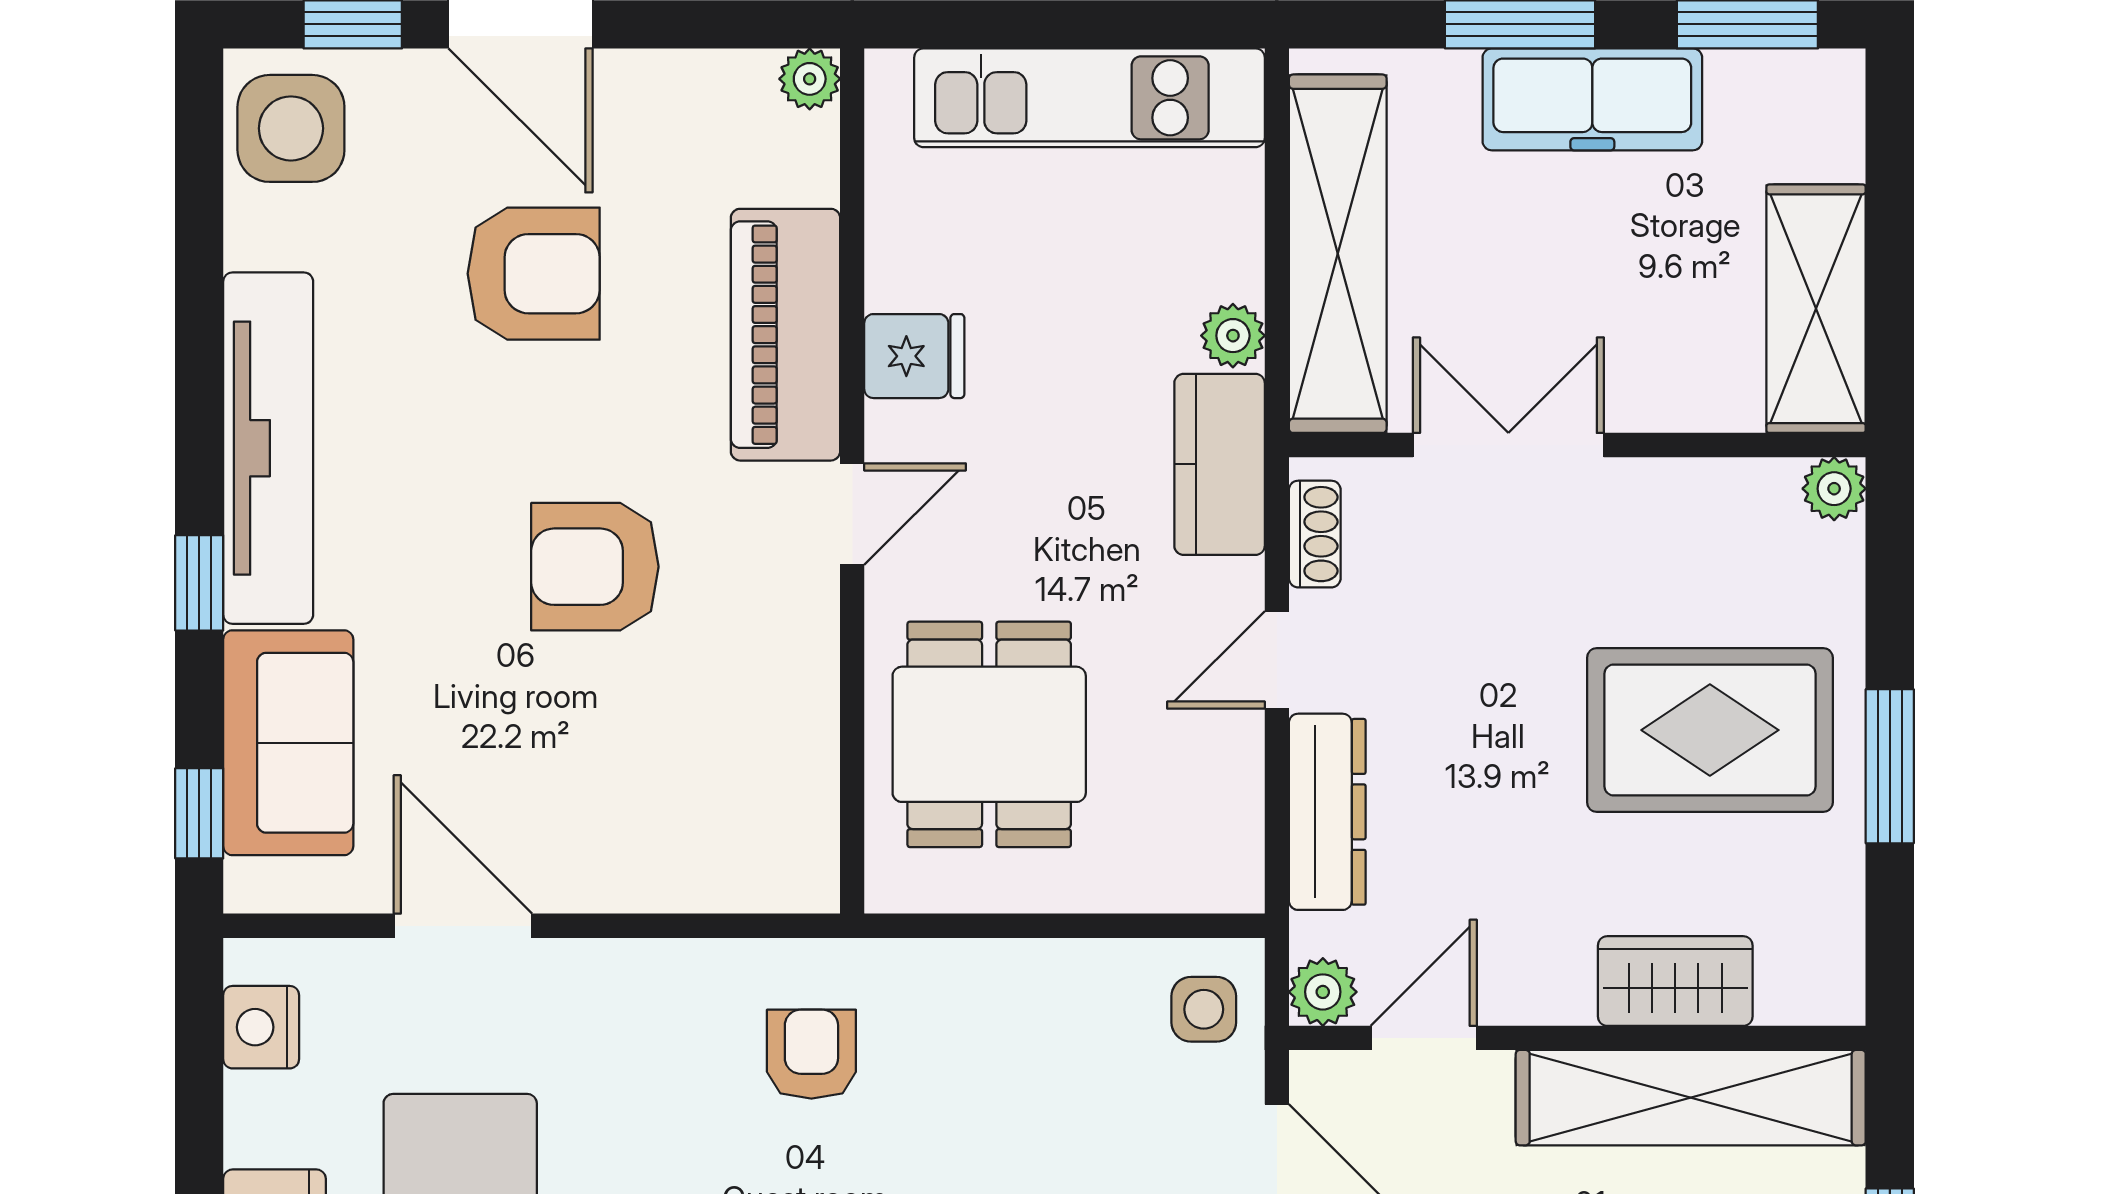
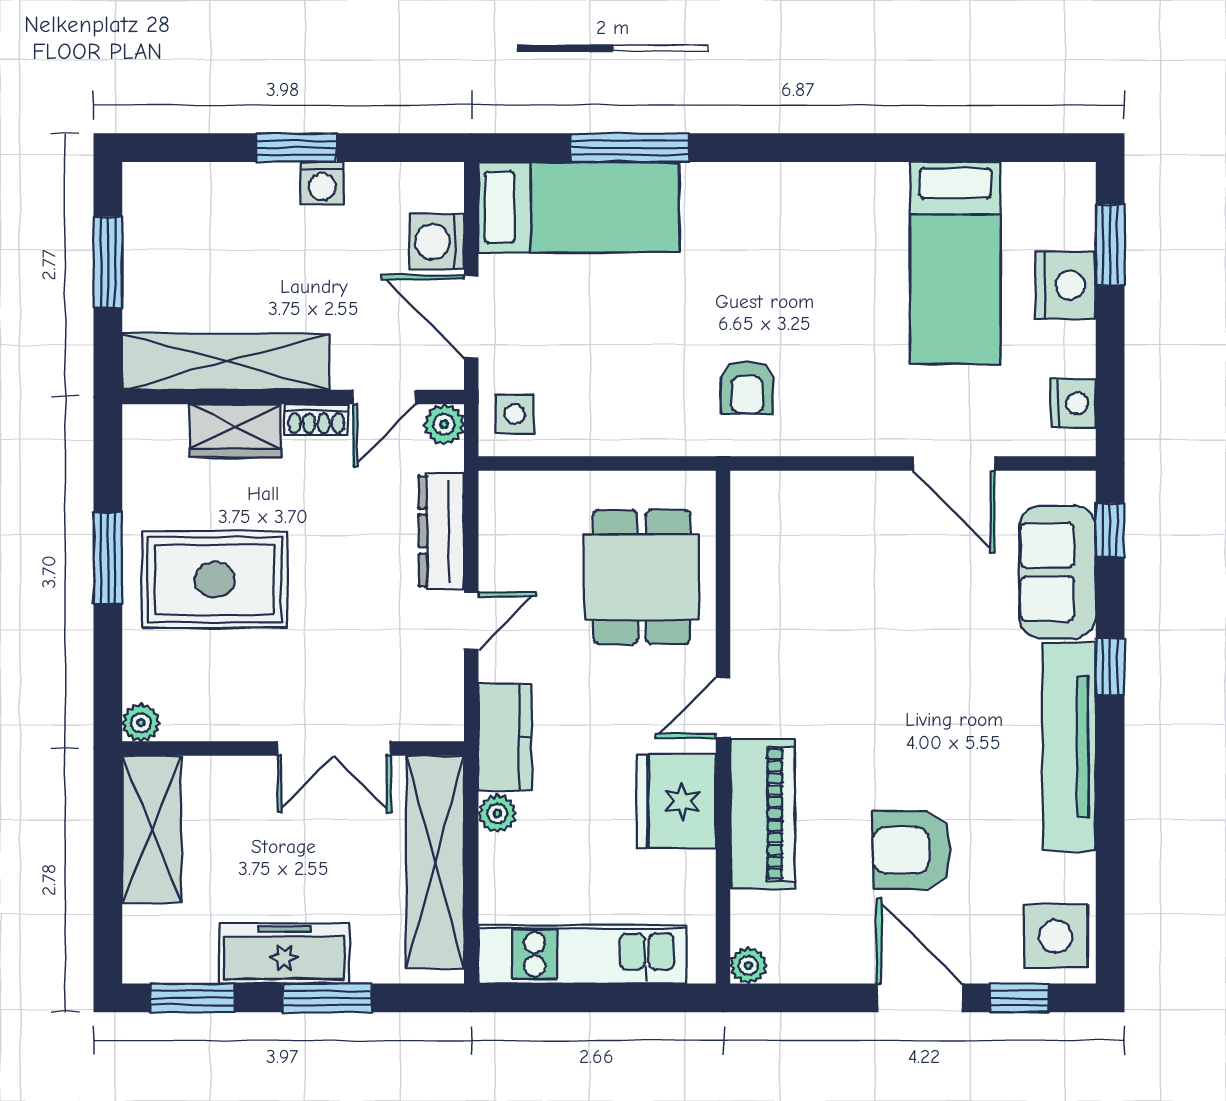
fridge: (914, 356) -> (676, 801), width x1.88, depth x1.34
shoe rack: (1315, 534) -> (316, 420), moved, turned -90
armchair: (595, 567) -> (876, 676), removed

